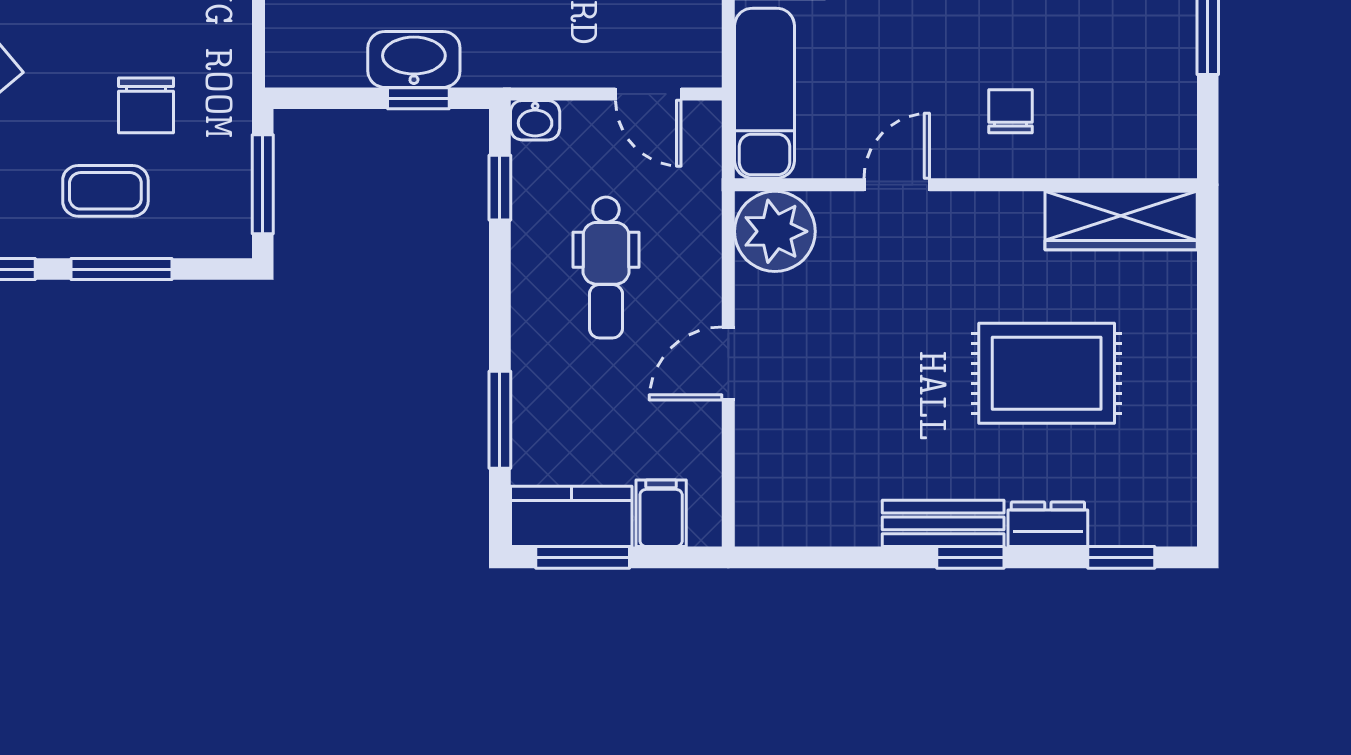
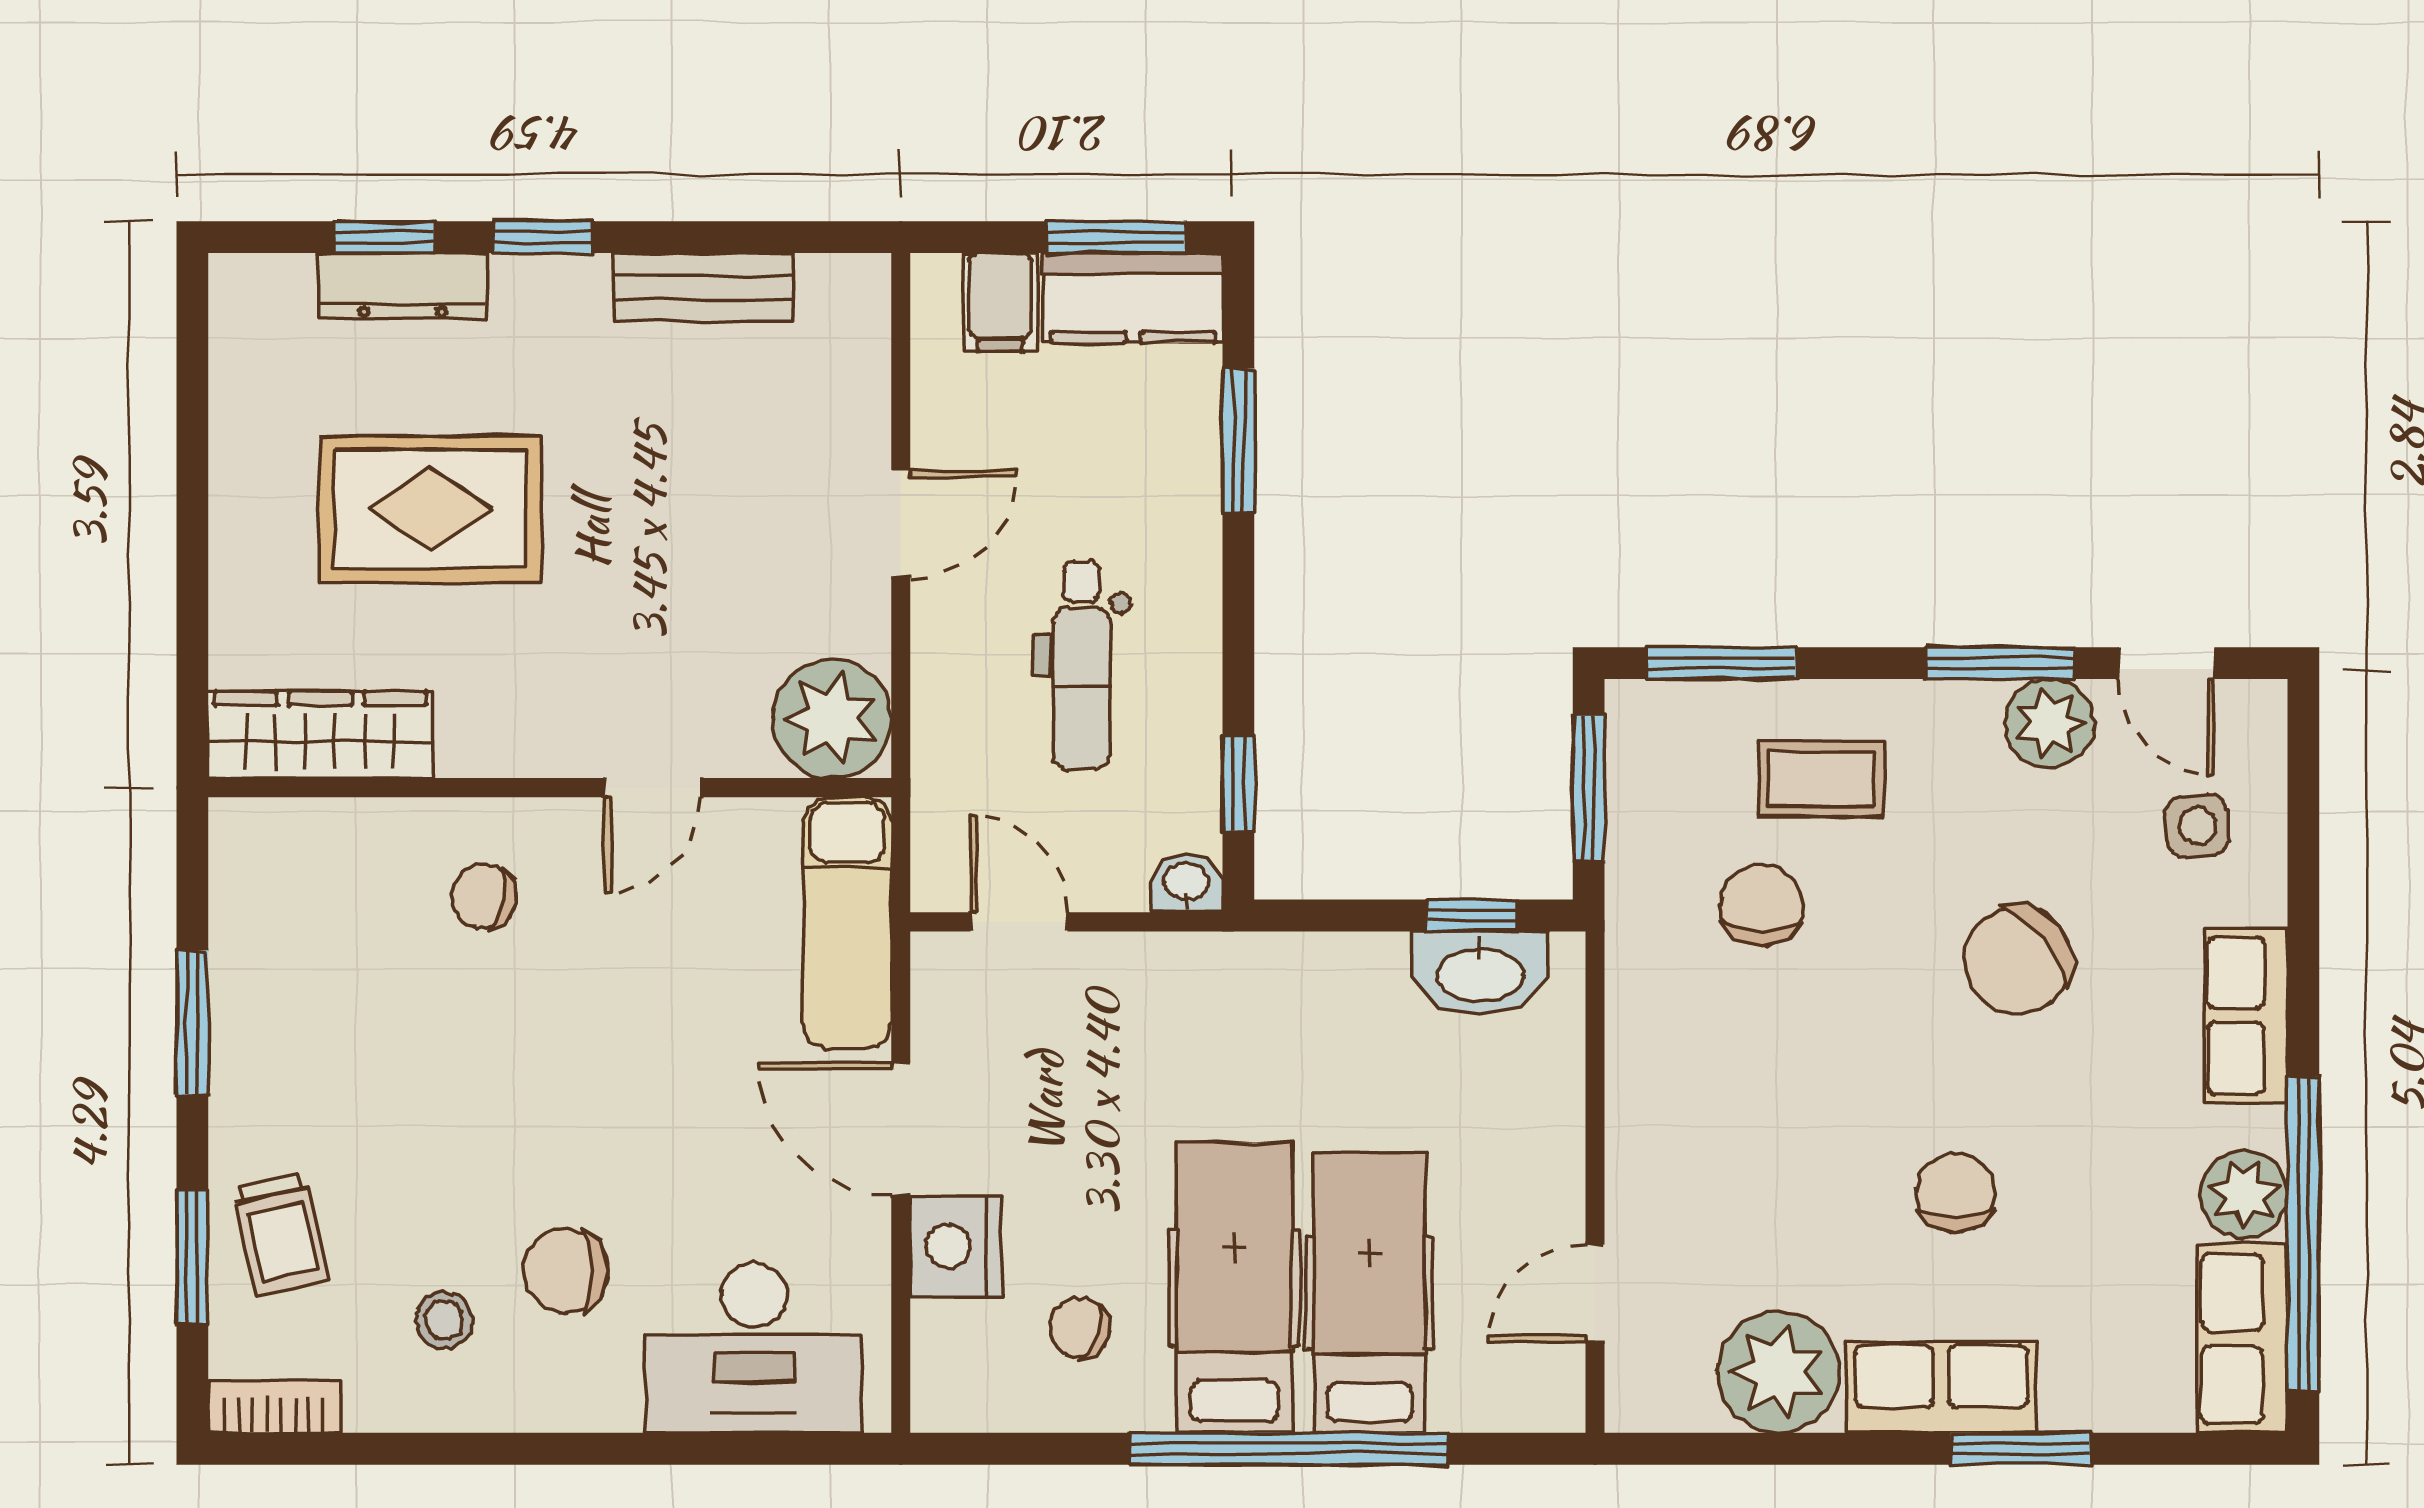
washbasin: (414, 59) -> (1480, 973), moved
window: (418, 98) -> (1472, 915), moved
chair: (1010, 111) -> (484, 896), turned 103
dental chair: (606, 267) -> (1082, 665), turned 180
window: (122, 269) -> (1721, 663), moved
bench: (943, 523) -> (703, 287), moved
dresser: (1048, 524) -> (403, 286), width x1.44
window: (1121, 557) -> (384, 237), moved

